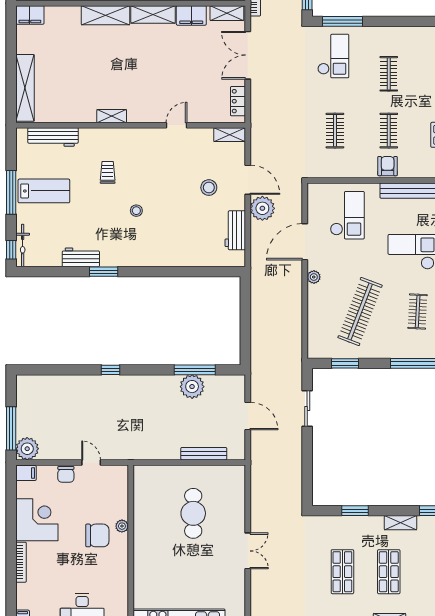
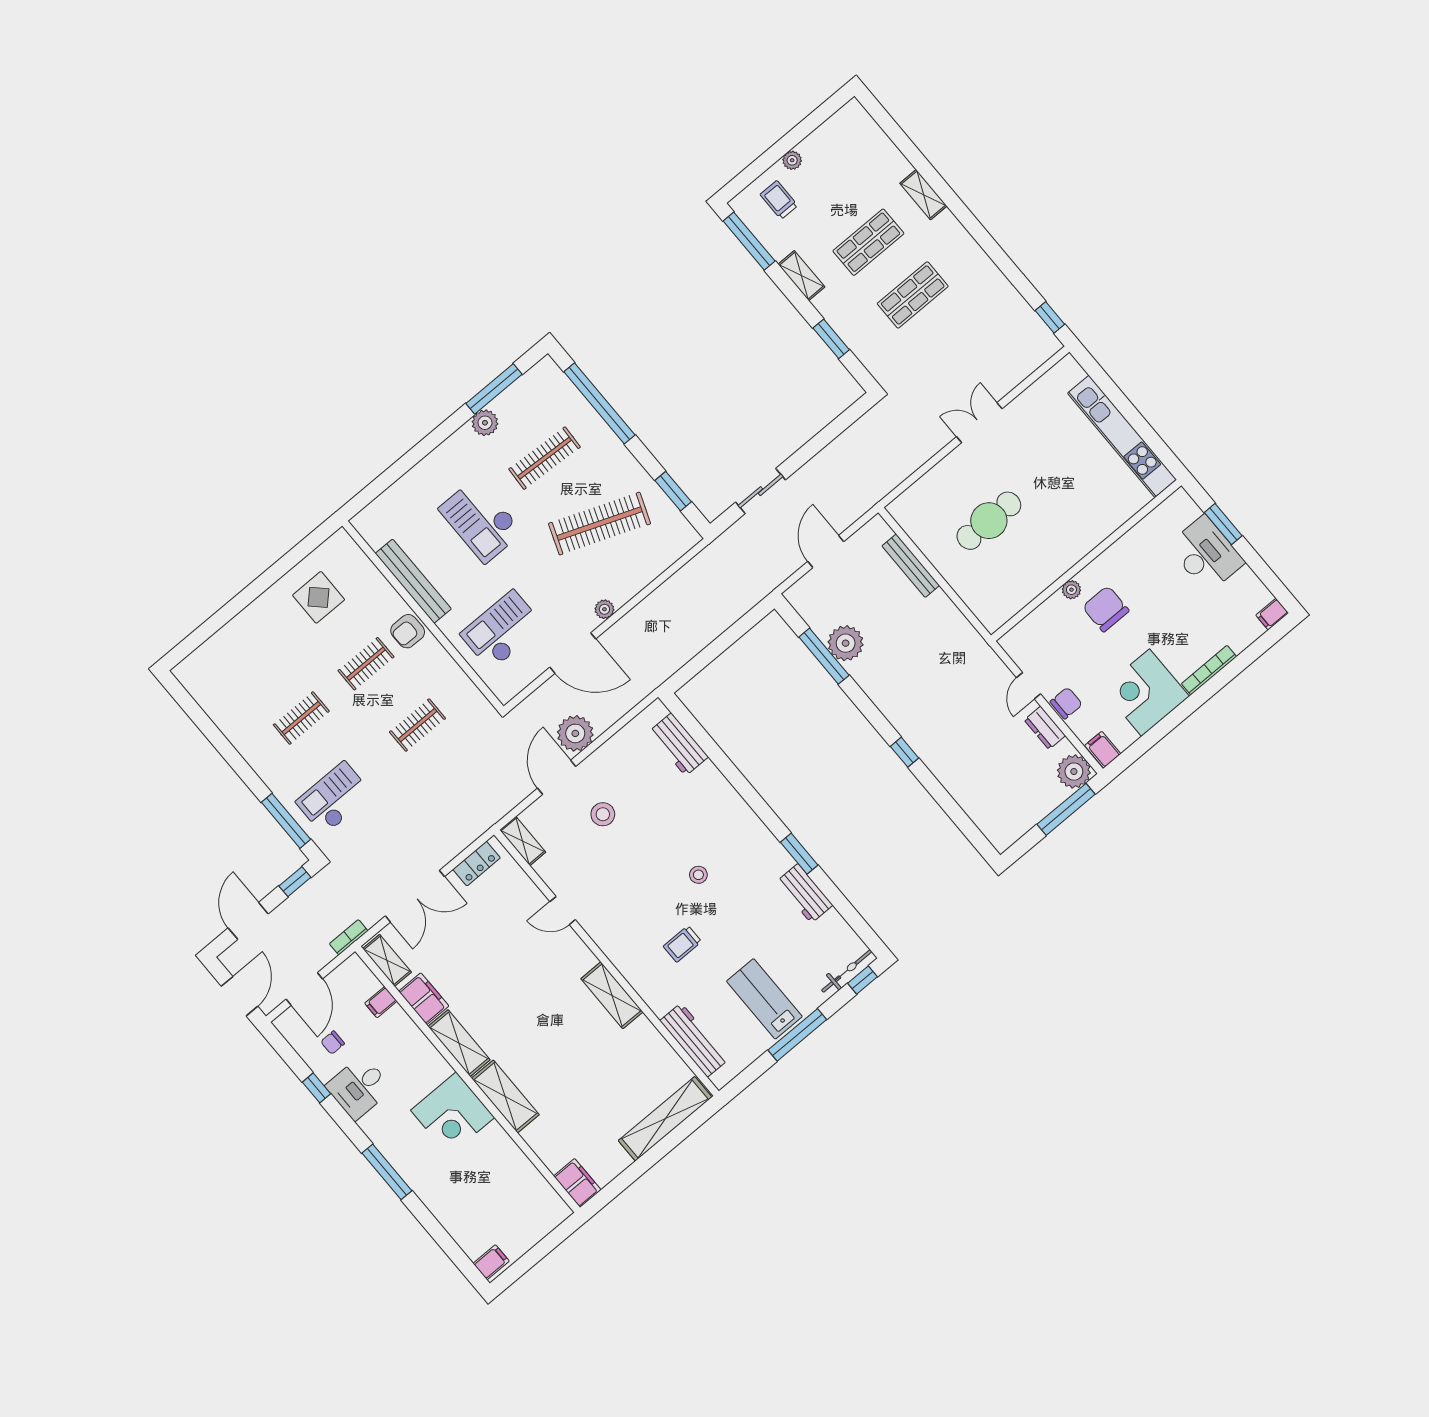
shelving: (112, 116) -> (612, 995), width x1.50, depth x1.33
workbench: (235, 230) -> (678, 744), moved, turned 90
clothes rail: (418, 311) -> (545, 458), width x1.36
dresser: (62, 453) -> (1045, 728), added

